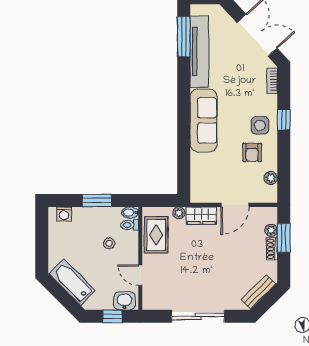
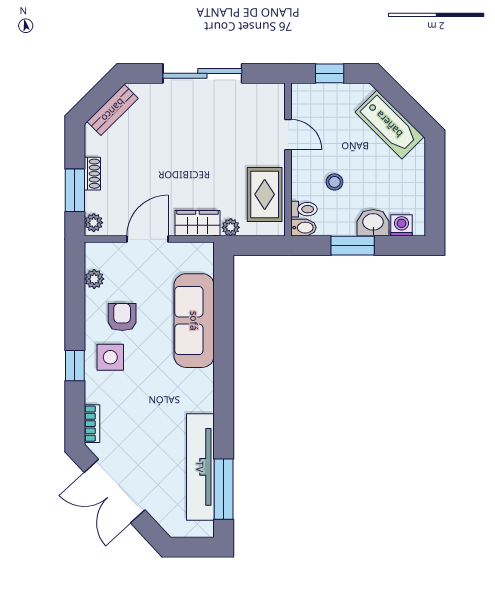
sofa: (204, 120) -> (194, 321), moved
plant: (271, 230) -> (94, 223), moved
washbasin: (125, 301) -> (373, 223), moved, turned 180

